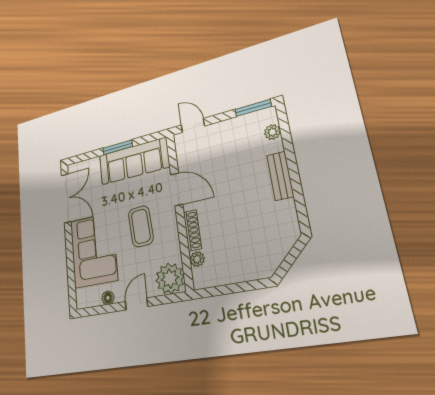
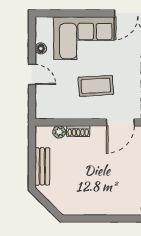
bench: (280, 176) -> (42, 166), moved, turned 90
shoe rack: (192, 230) -> (78, 131), width x0.70
plant: (170, 279) -> (48, 107), removed

